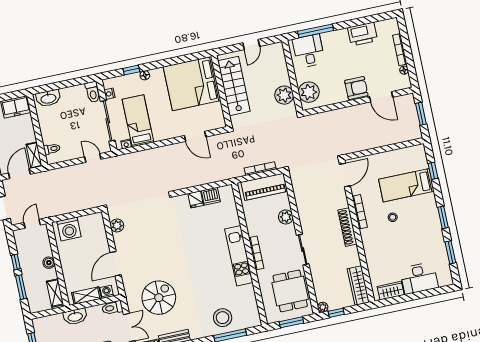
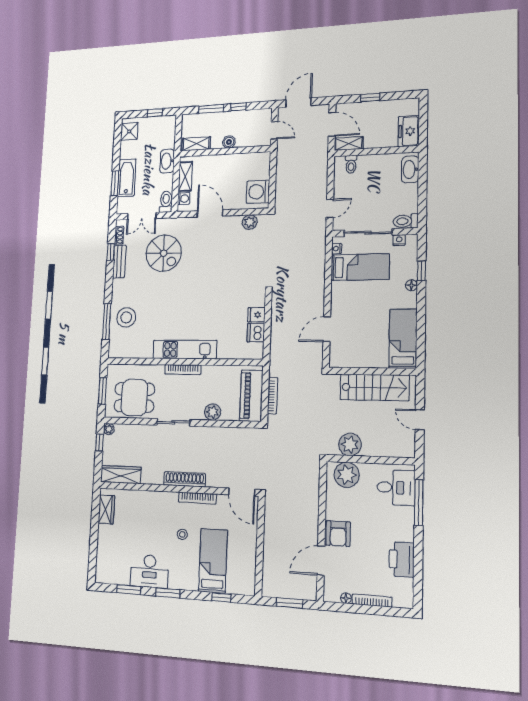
bed: (192, 84) -> (403, 339), width x0.49
washing machine: (69, 229) -> (258, 192), moved
desk: (419, 278) -> (149, 571), moved, turned -90

